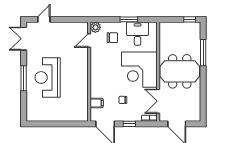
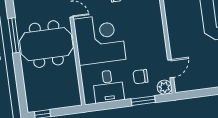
window: (129, 19) -> (143, 101), moved
window: (203, 53) -> (14, 35), moved

